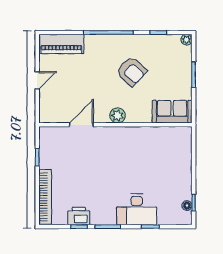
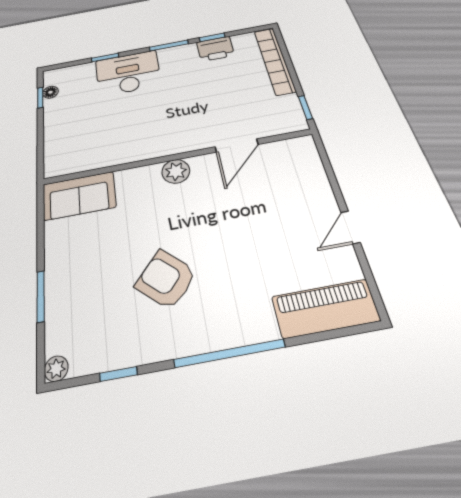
sofa: (172, 112) -> (79, 196), moved
plant: (118, 115) -> (176, 171), moved
door: (82, 125) -> (237, 146), moved
wall: (115, 125) -> (177, 157), moved

